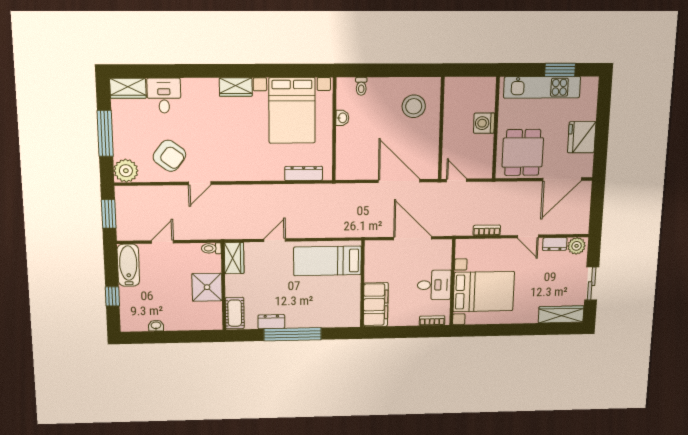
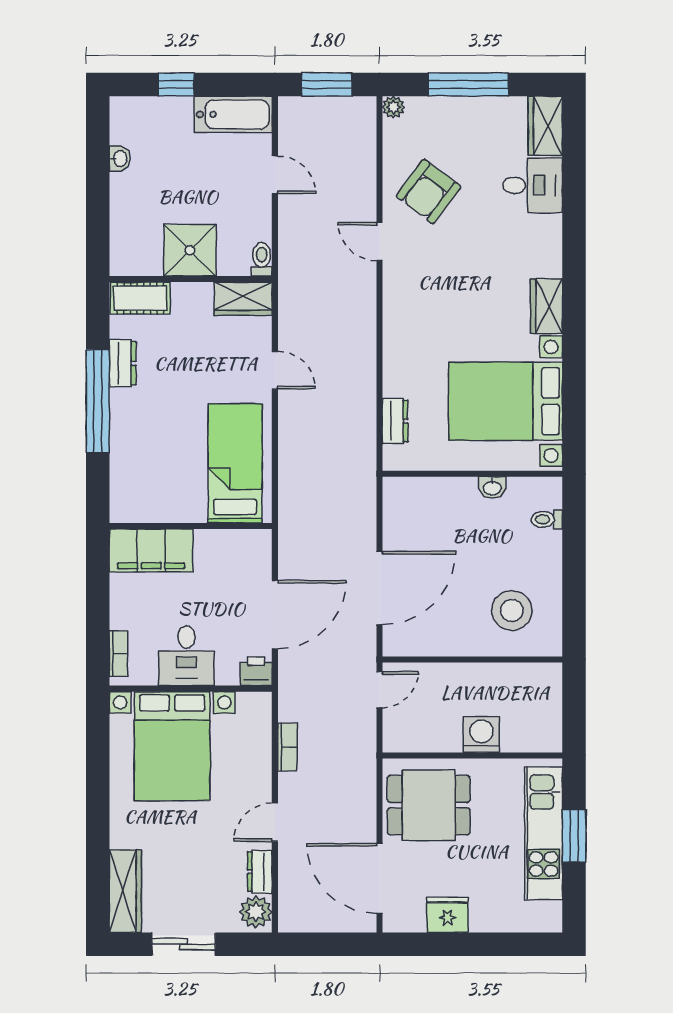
window: (560, 70) -> (574, 836), moved
fridge: (582, 137) -> (448, 915), width x0.73, depth x0.75
plant: (126, 171) -> (393, 107), width x0.53, depth x0.53
dresser: (304, 173) -> (395, 421), width x0.70
printer: (444, 248) -> (256, 671), added

